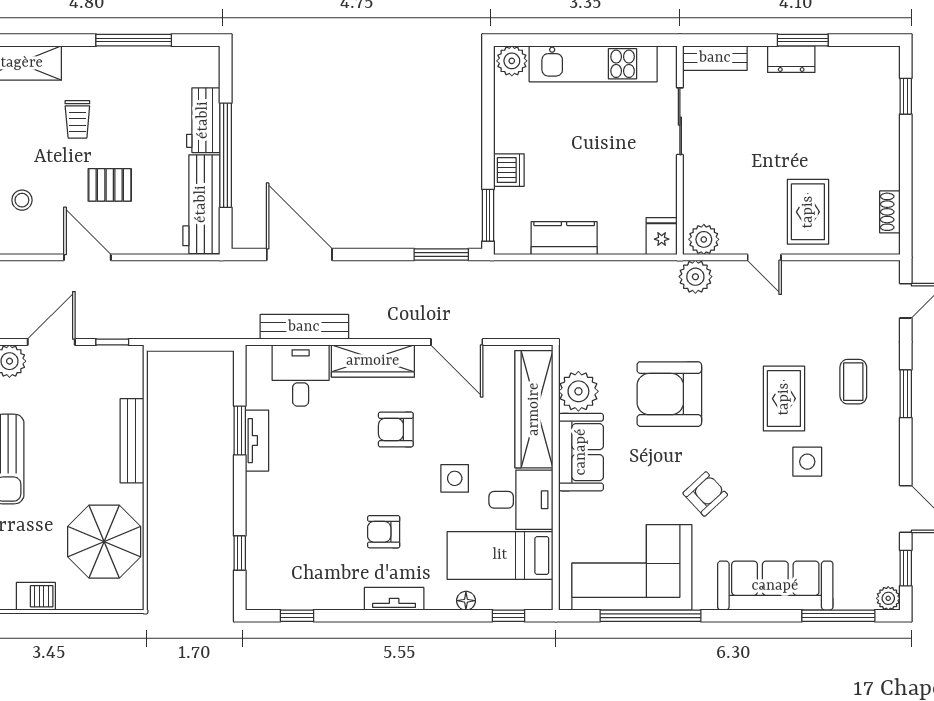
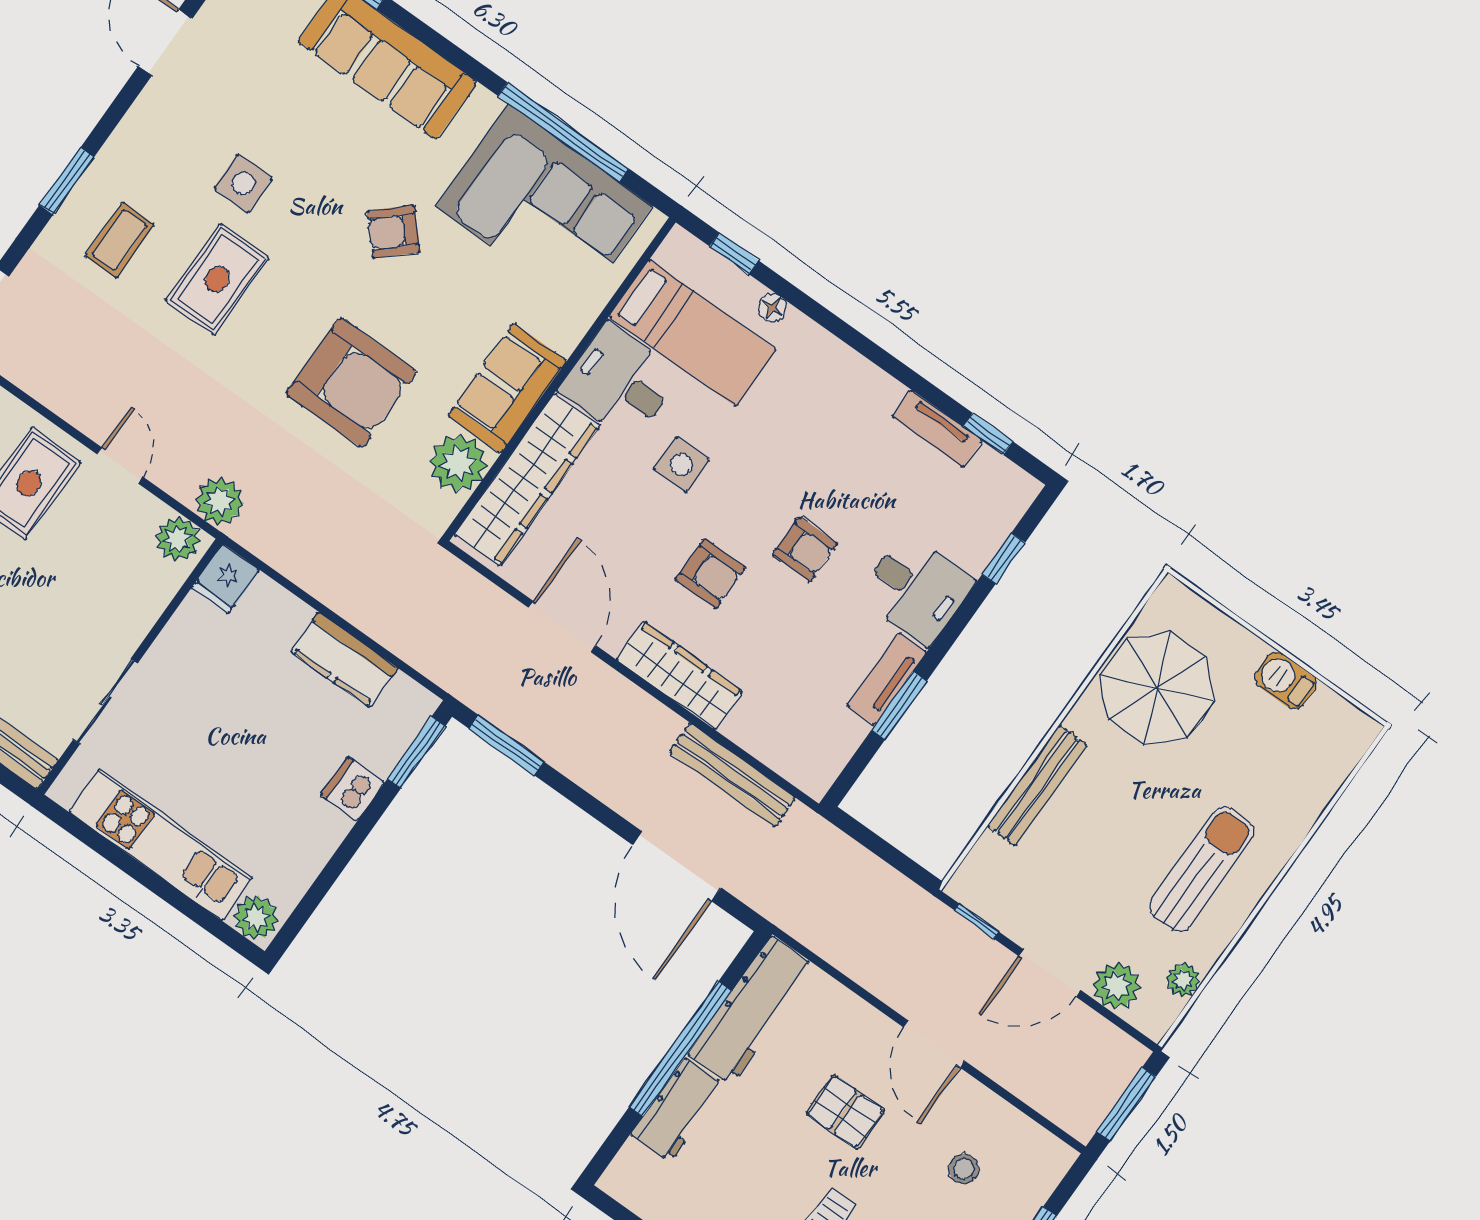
desk: (301, 375) -> (916, 589), moved, turned -90
armchair: (384, 532) -> (805, 549), moved
tv unit: (394, 599) -> (937, 429), moved

